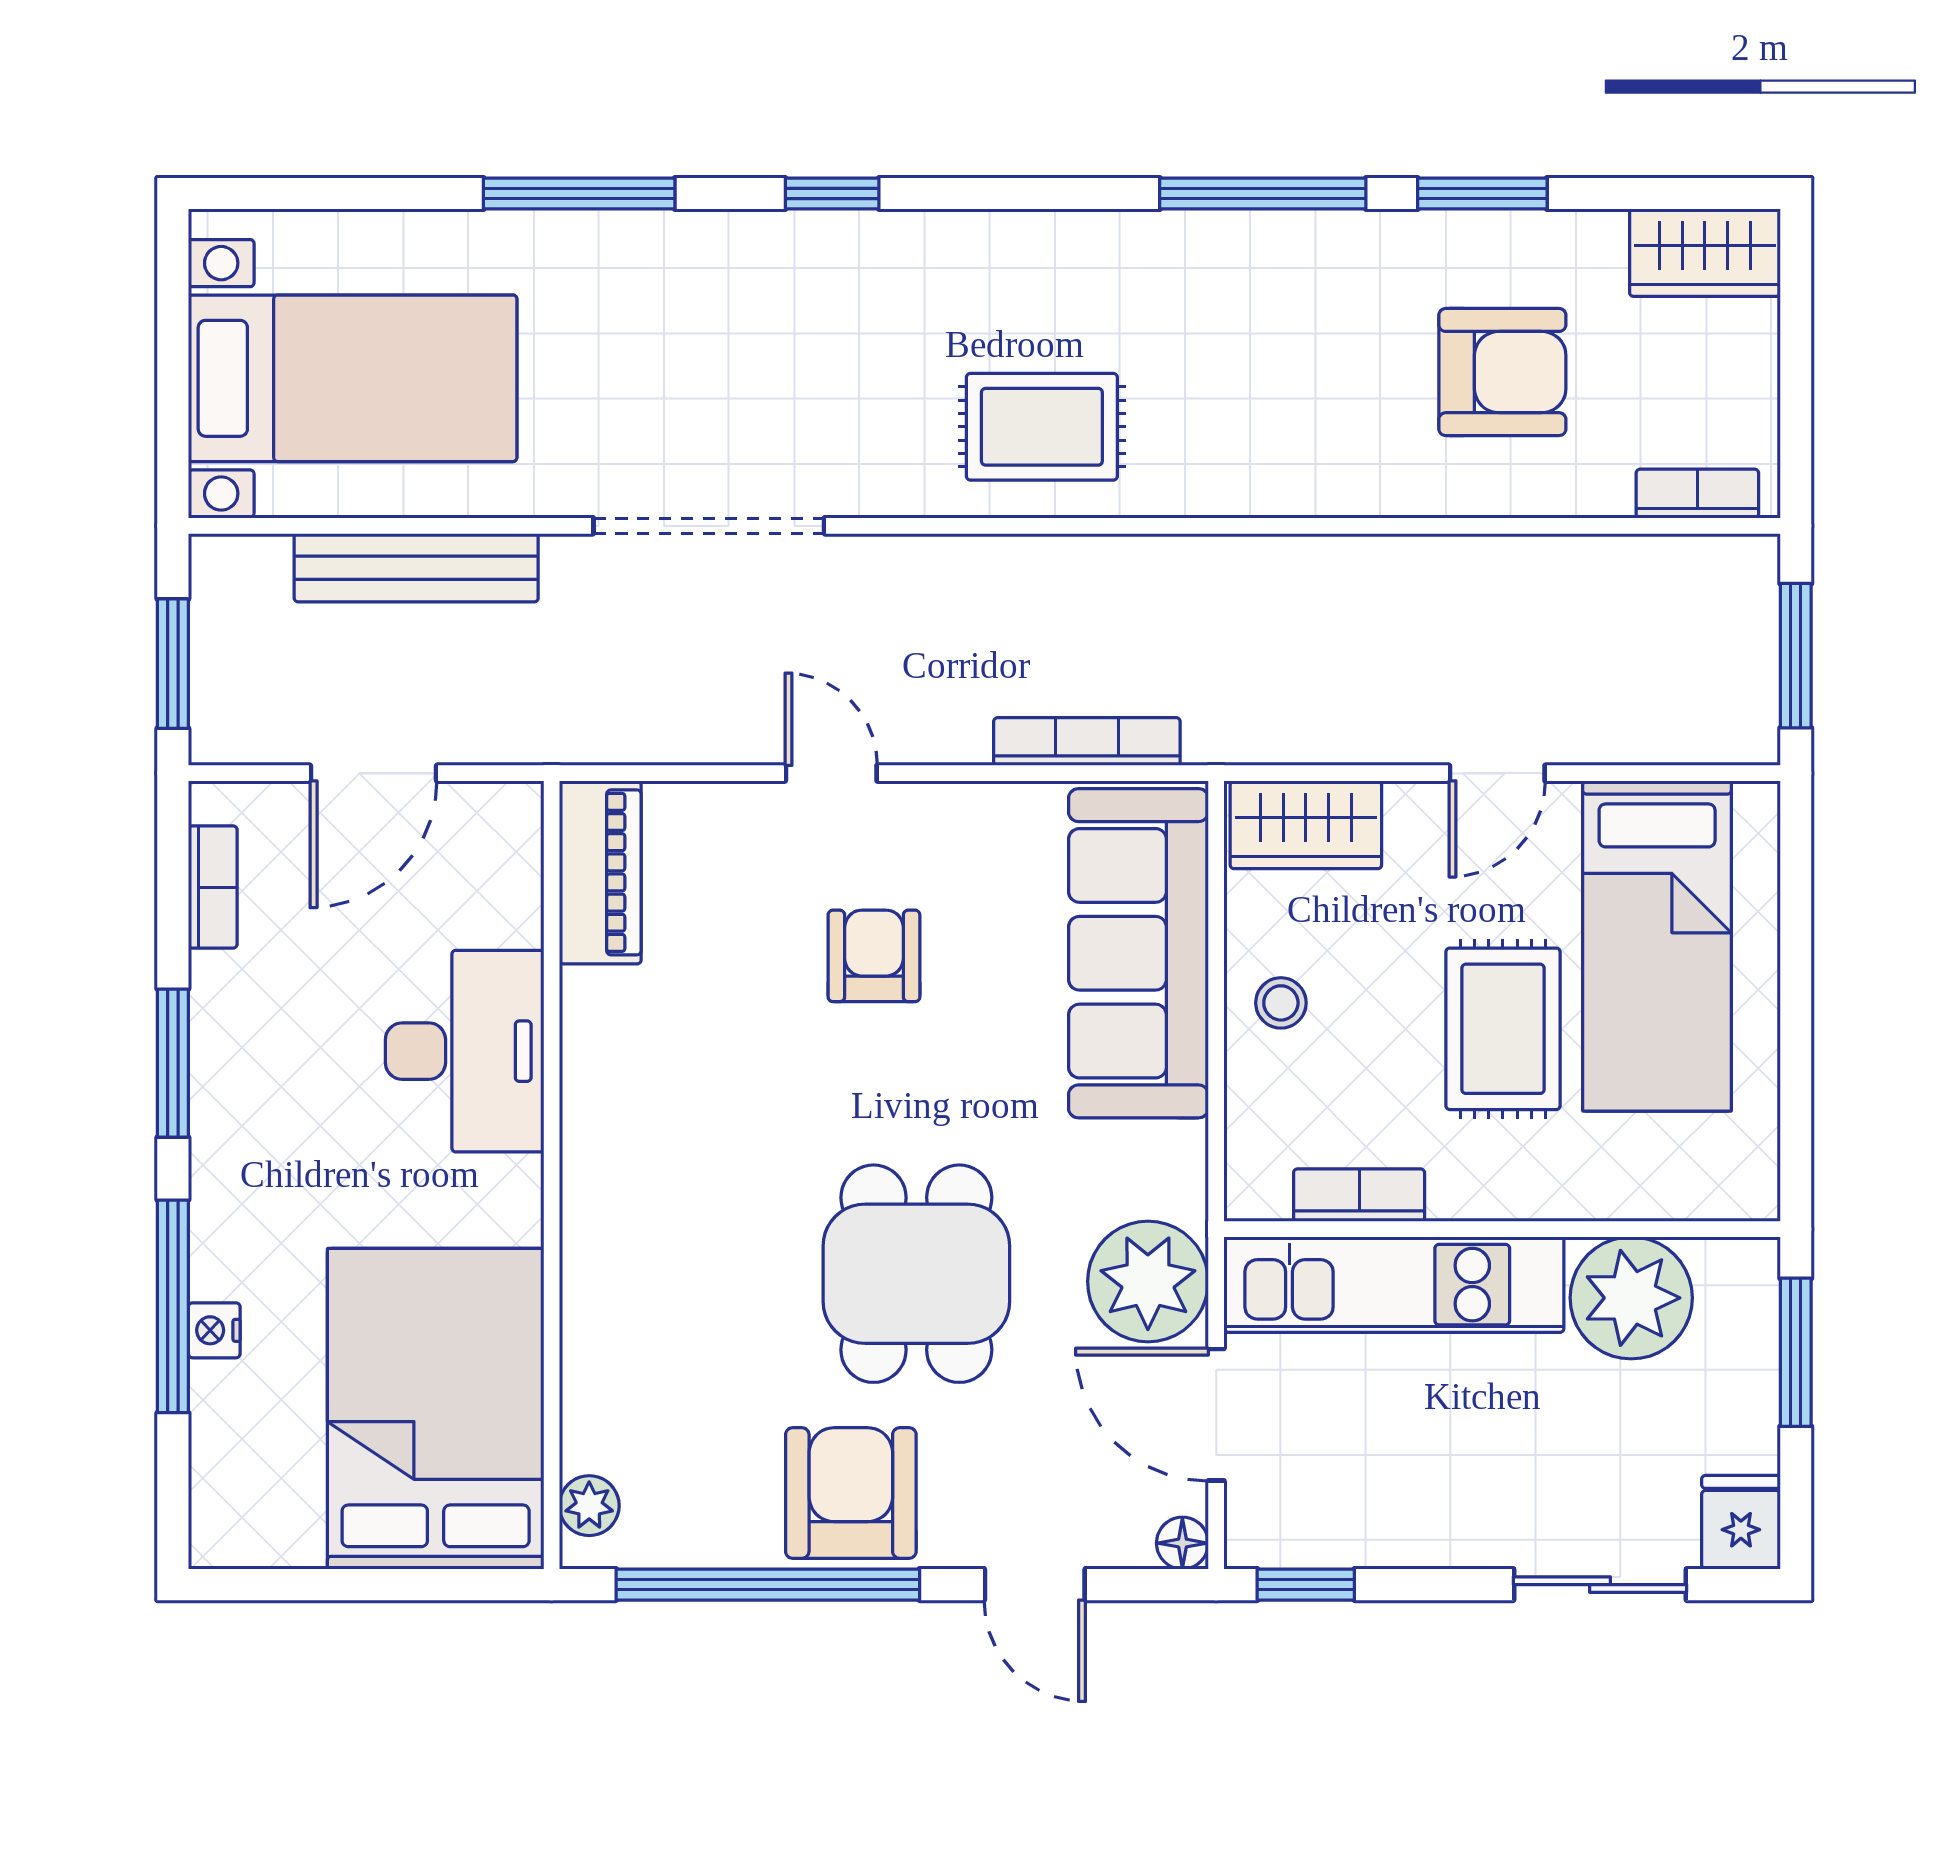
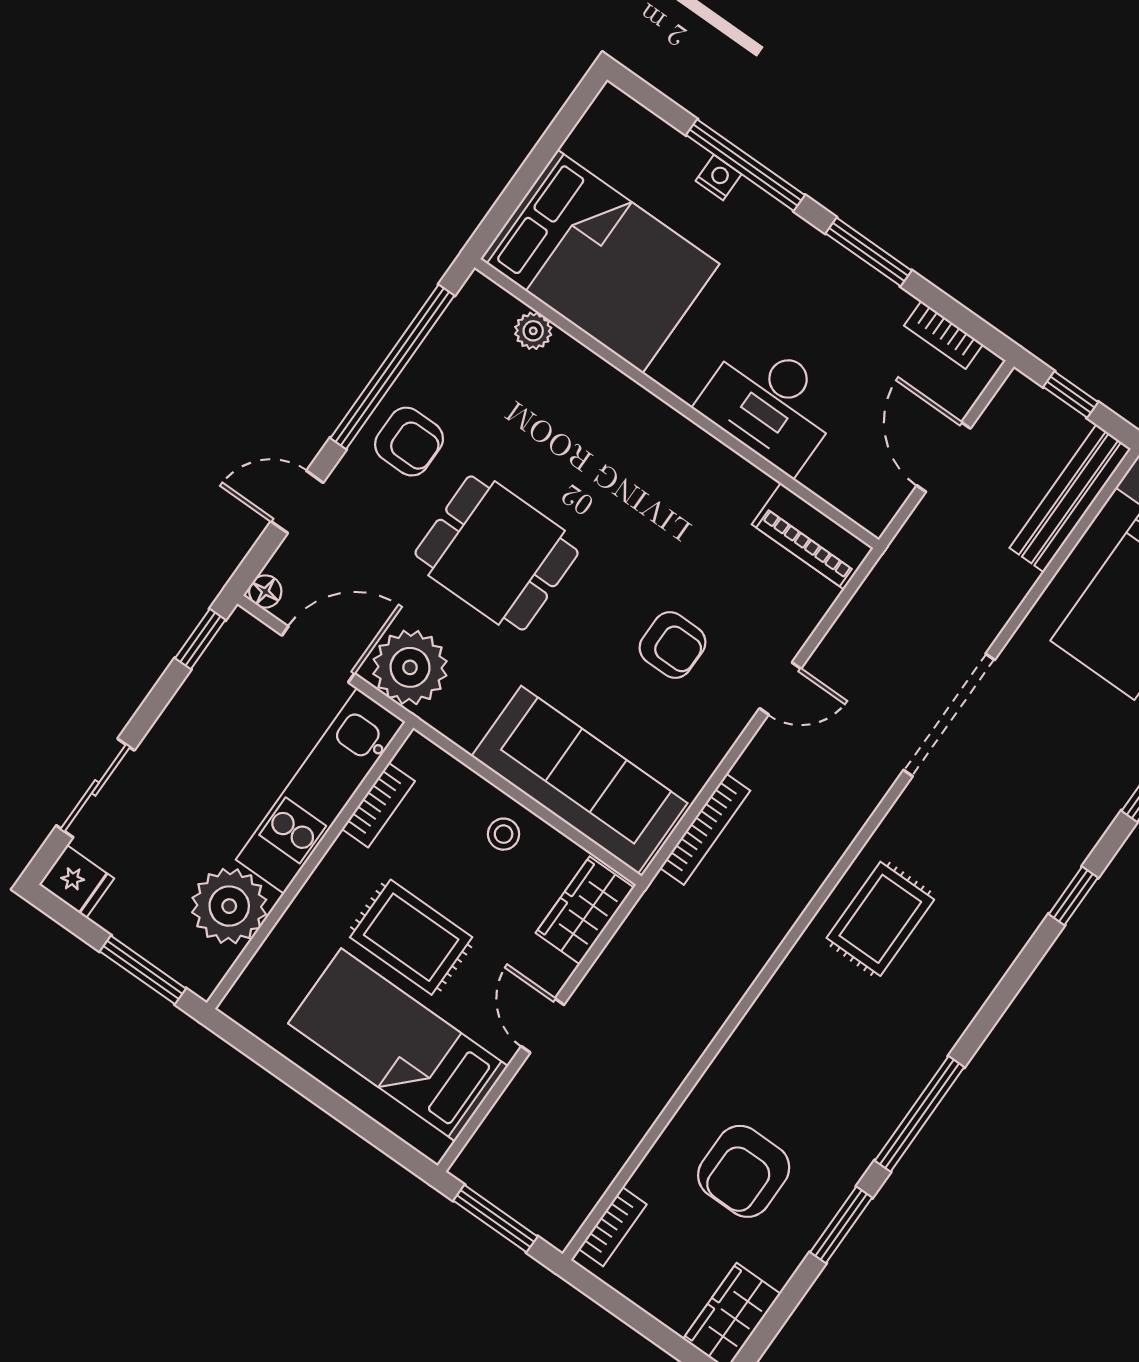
bench: (416, 568) -> (1070, 498), moved
window: (173, 664) -> (1071, 395), width x0.67
armchair: (851, 1493) -> (409, 442), width x0.72, depth x0.72
plant: (589, 1506) -> (533, 331), moved

